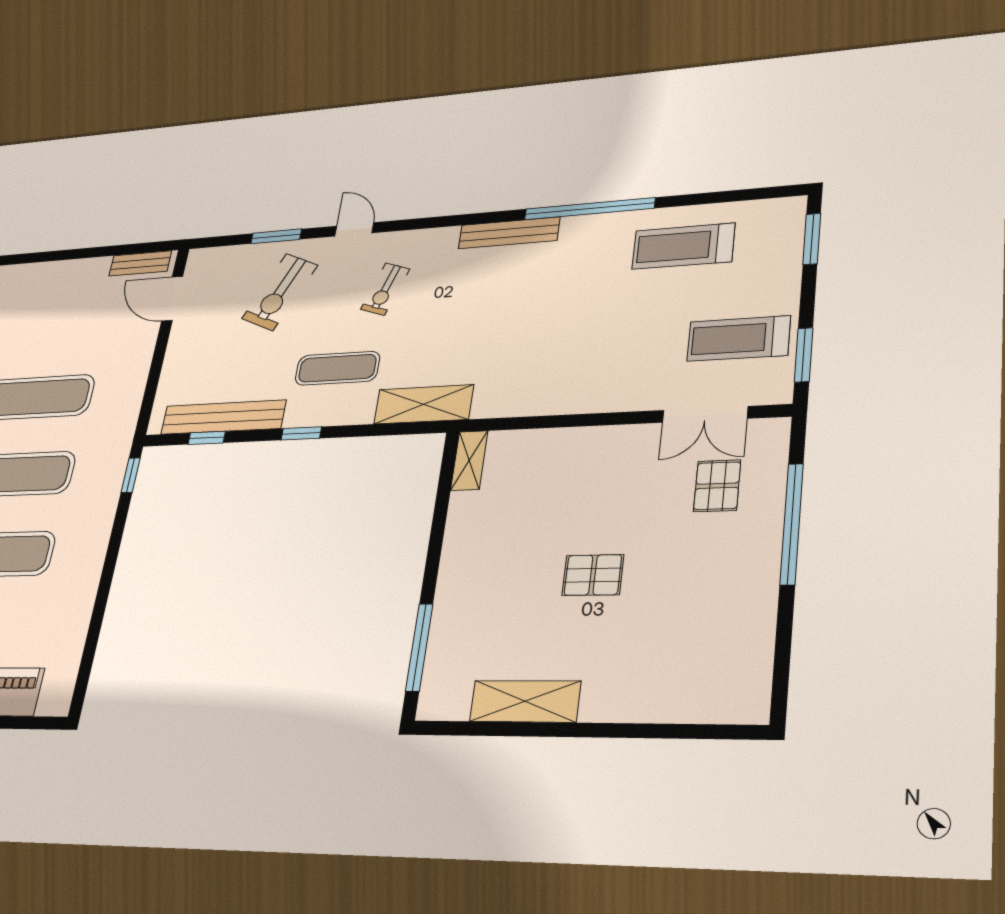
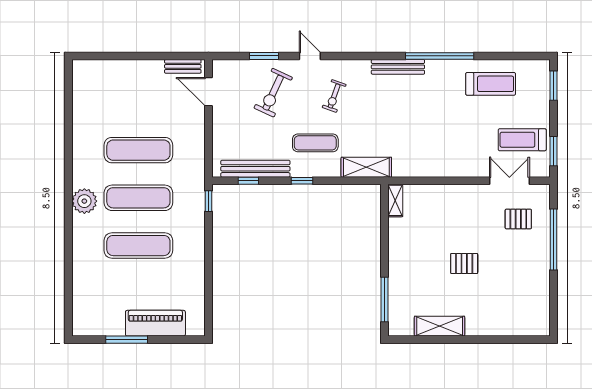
treadmill: (683, 246) -> (491, 84), turned 180
double door: (705, 414) -> (509, 181), swing flipped
pallet: (717, 486) -> (518, 219), turned 90

